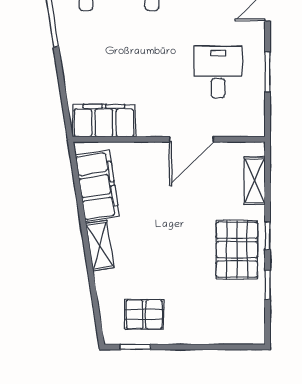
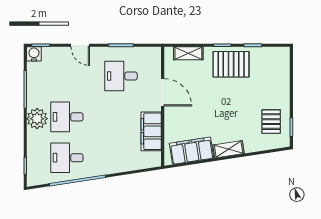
filing cabinet: (104, 121) -> (151, 131), moved

